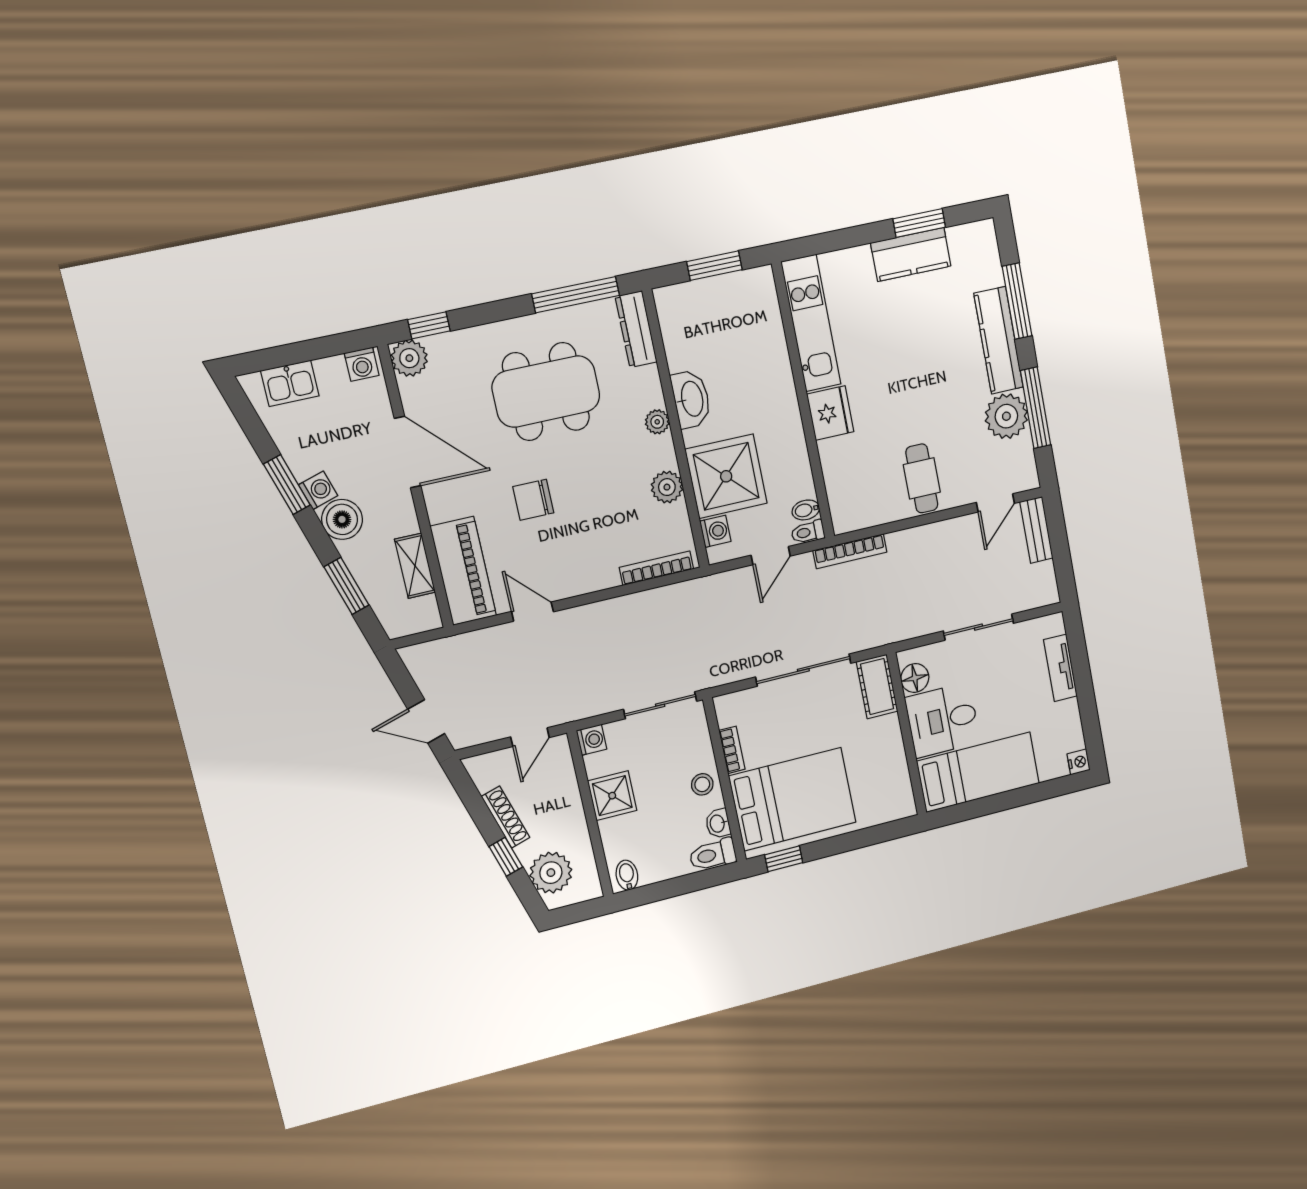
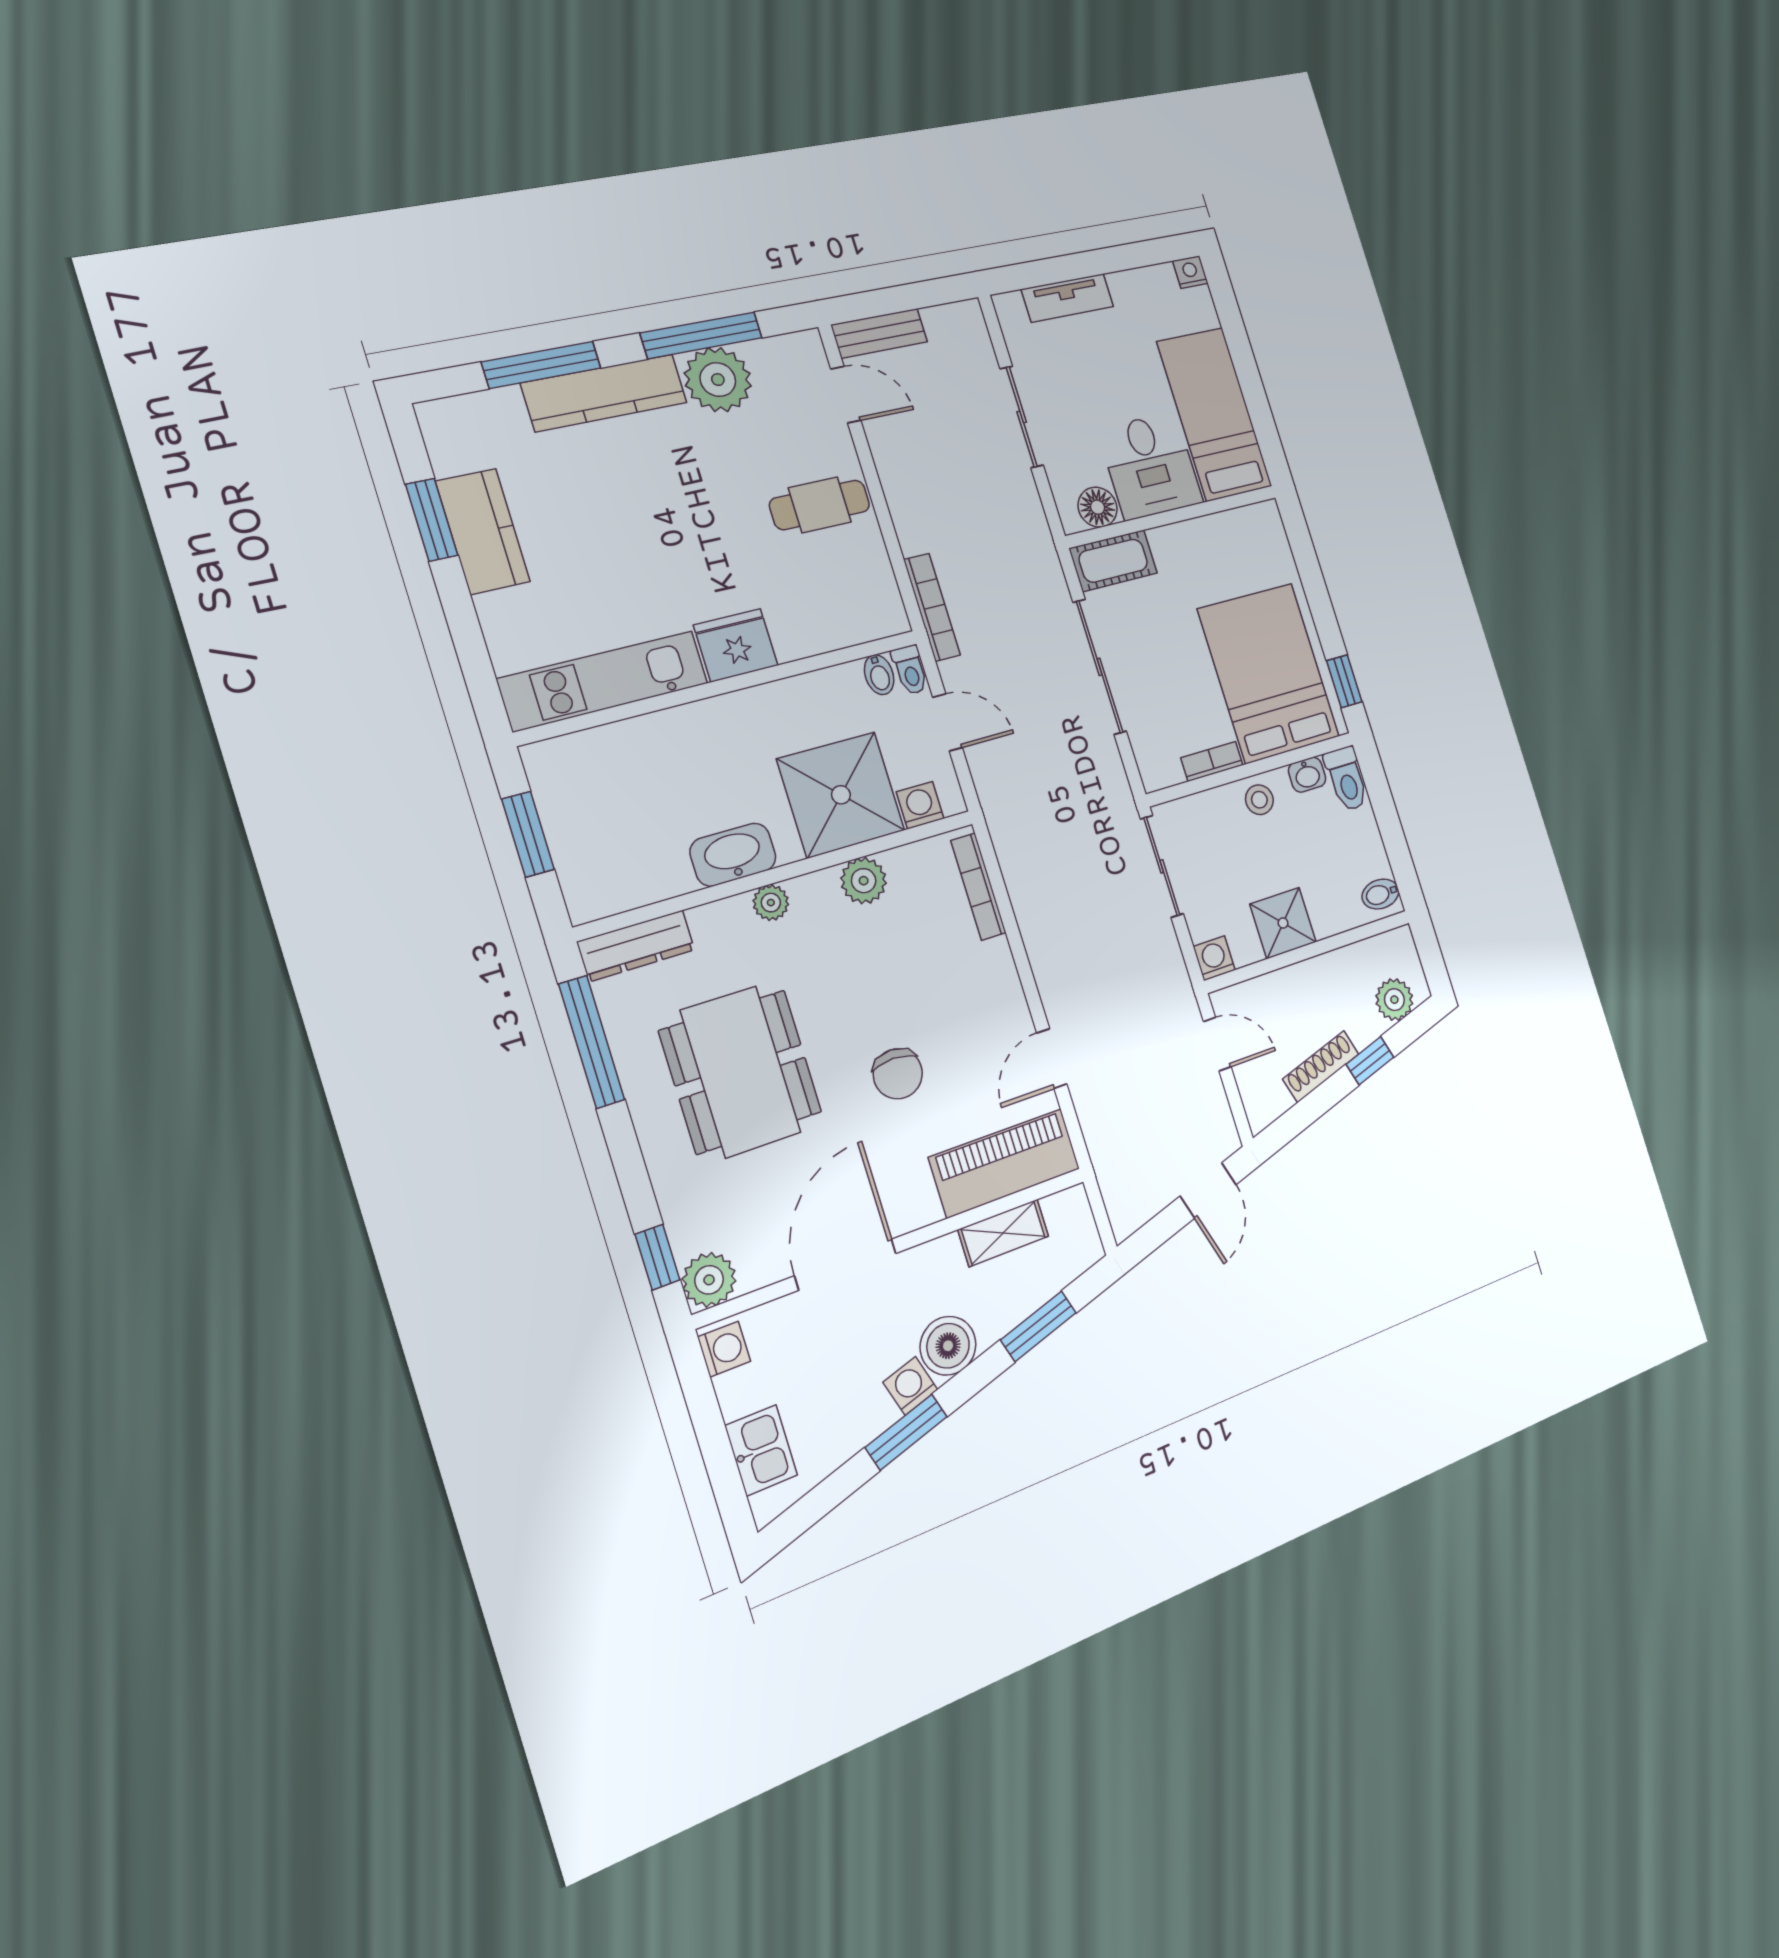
plant: (551, 873) -> (1394, 1000), width x0.73, depth x0.73

